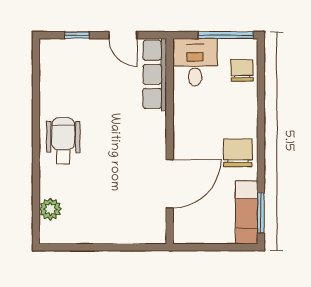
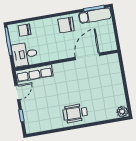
door: (170, 184) -> (87, 56), hinge flipped
plant: (50, 209) -> (122, 112), moved

